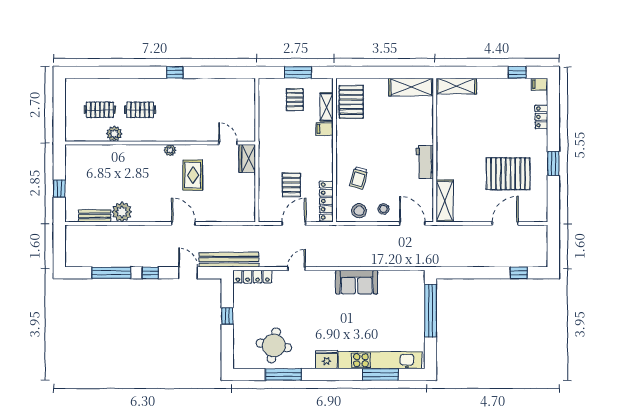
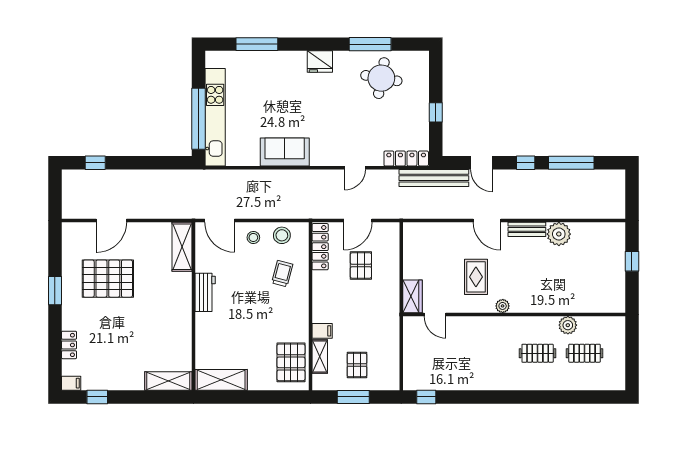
window: (175, 72) -> (426, 397), moved
bench: (95, 216) -> (527, 229), moved
kitchen unit: (380, 360) -> (215, 117), moved, turned -90

